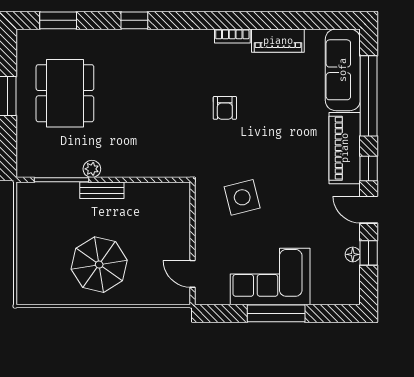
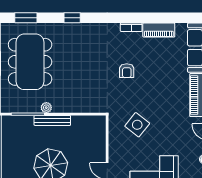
dining table: (65, 93) -> (30, 62), width x1.36, depth x1.24
bench: (102, 190) -> (52, 120), width x1.36
side table: (242, 197) -> (137, 125), turned -38

